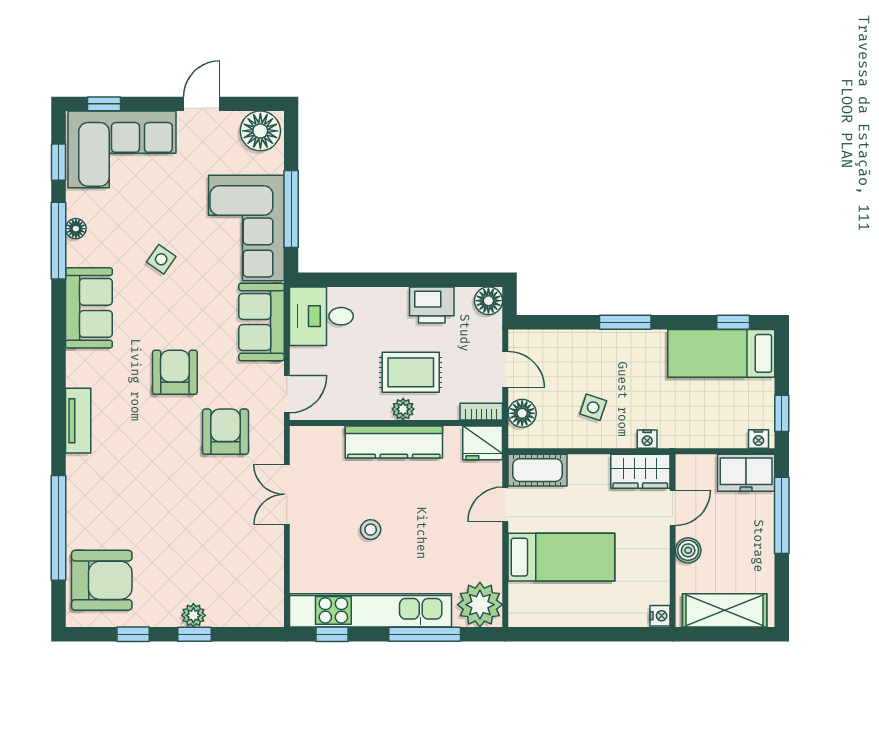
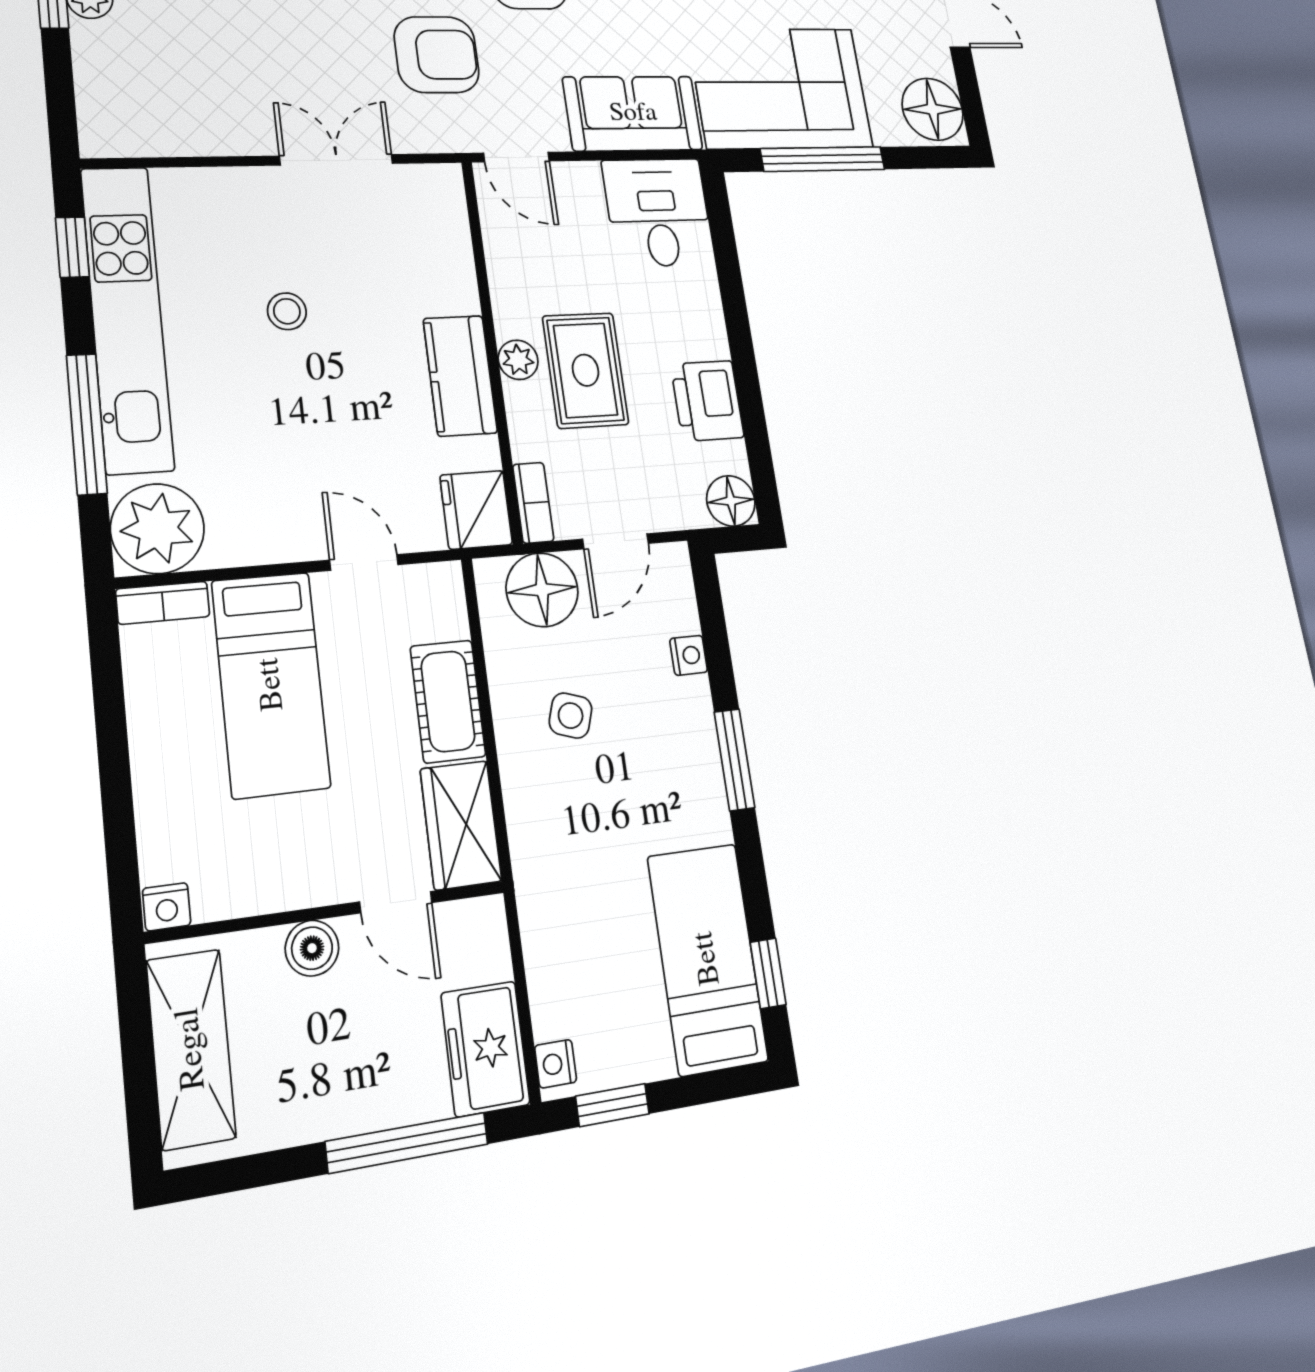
floor lamp: (522, 413) -> (542, 590), width x1.38, depth x1.38
nightstand: (647, 439) -> (689, 655), moved, turned 180
kitchen counter: (394, 442) -> (460, 376), width x0.67
cot: (537, 470) -> (448, 701), moved
bookcase: (517, 605) -> (163, 603), added

